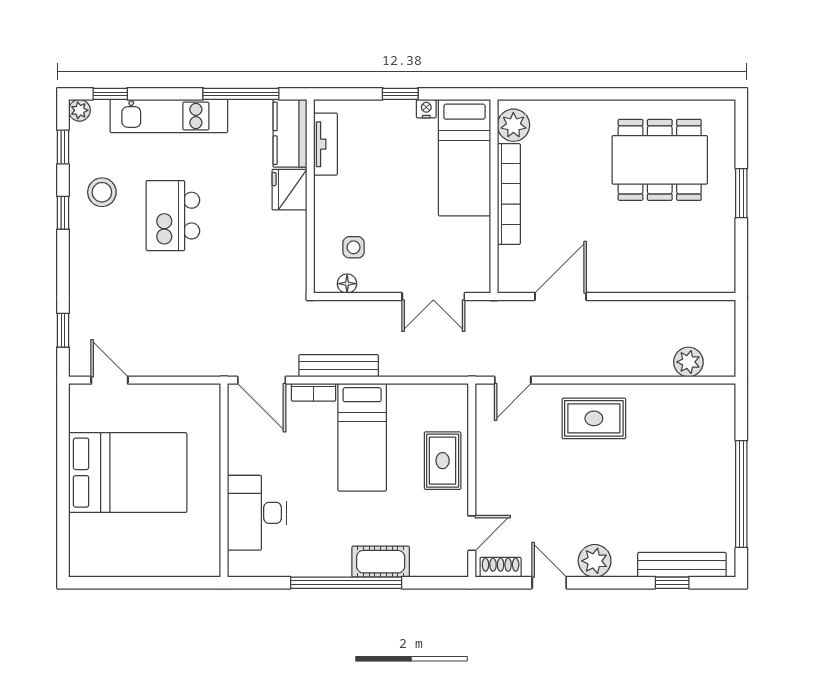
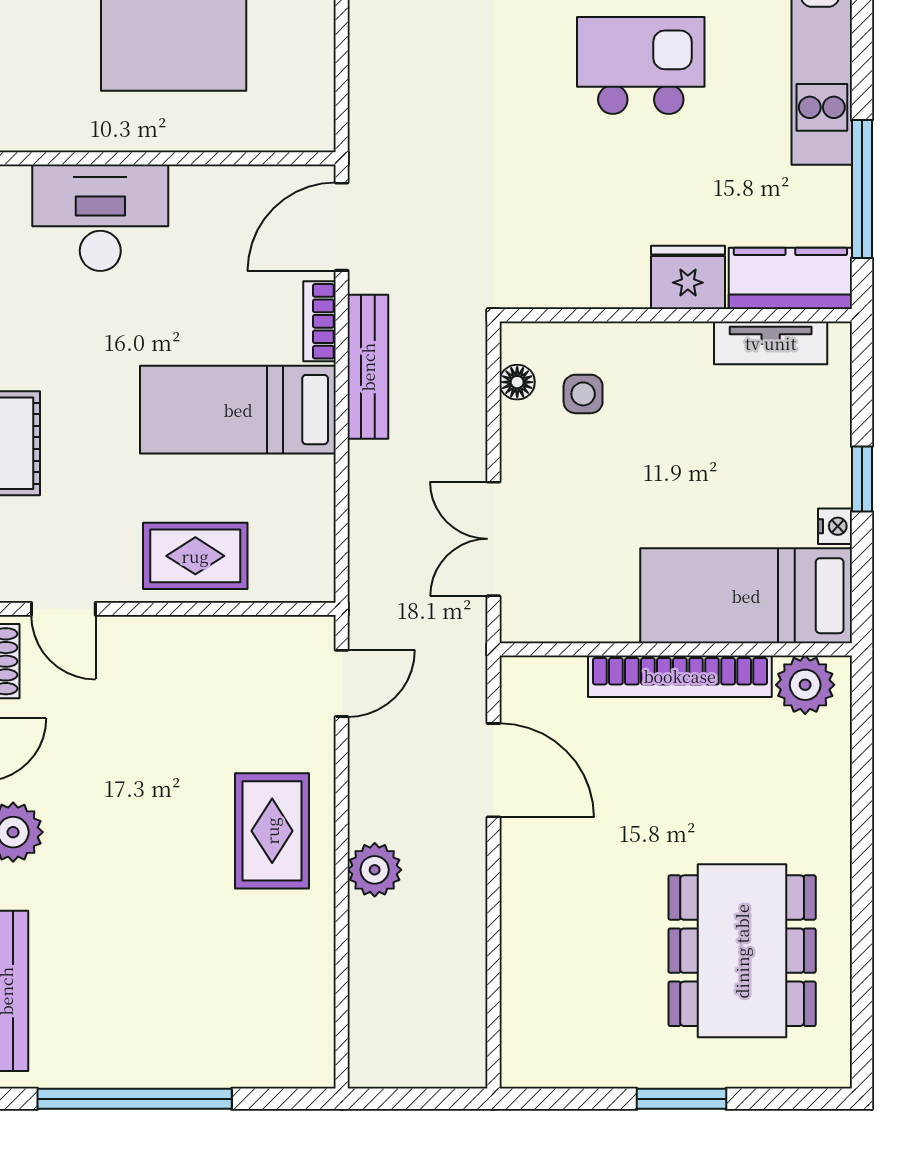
plant: (688, 362) -> (375, 870), moved
door: (513, 380) -> (342, 683), swing flipped

